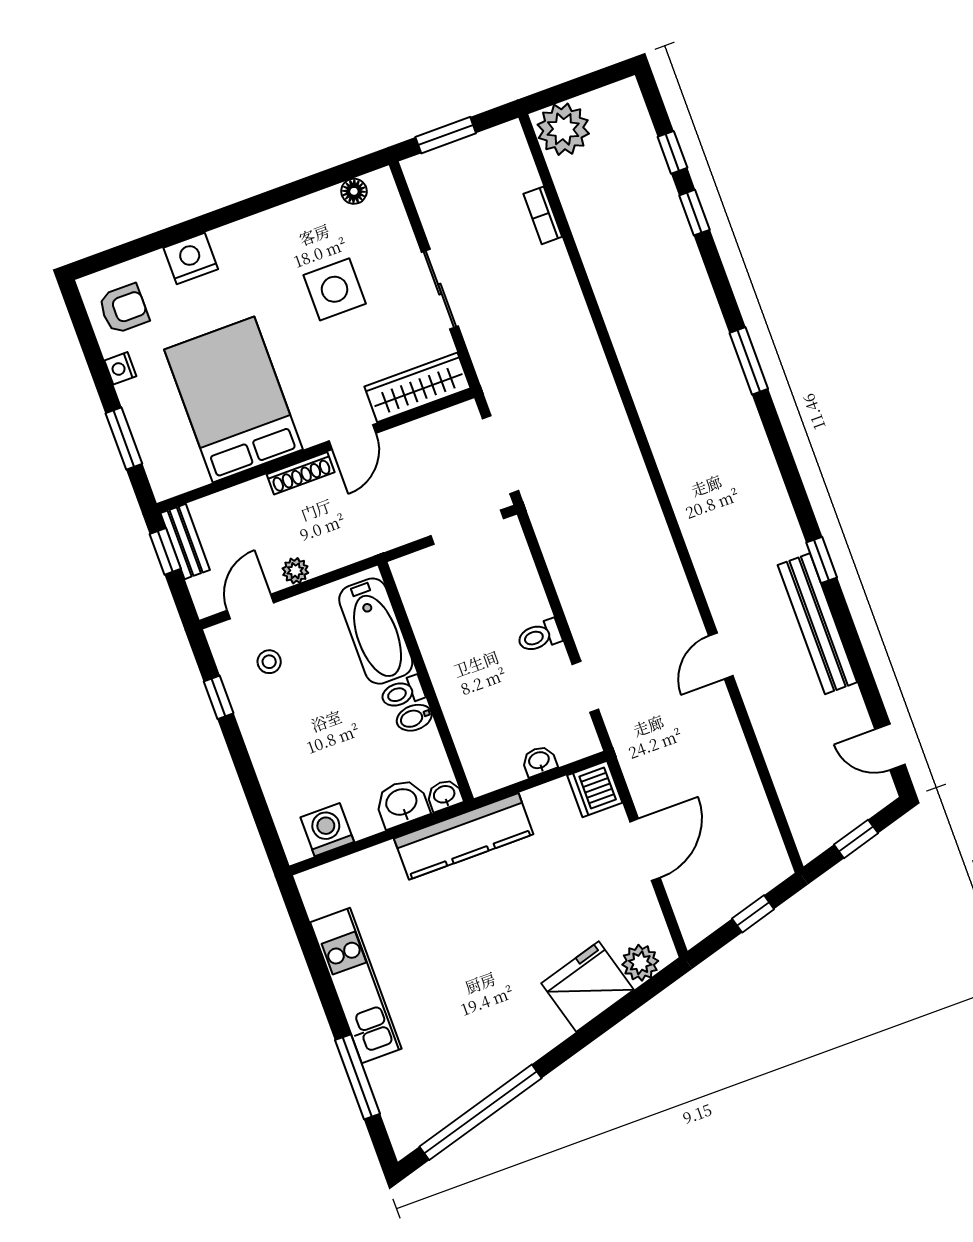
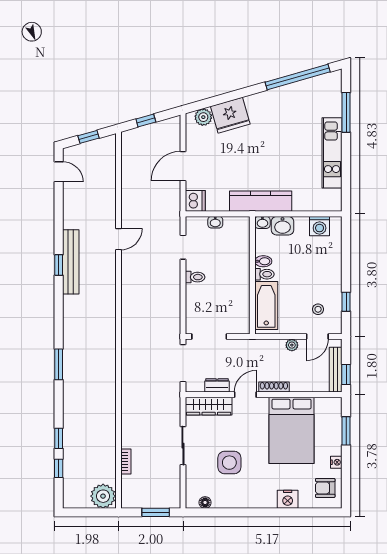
dresser: (416, 435) -> (217, 385), added
bench: (185, 541) -> (336, 370), width x1.36
bench: (817, 624) -> (71, 262), moved

